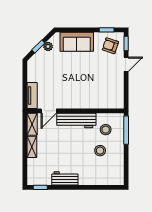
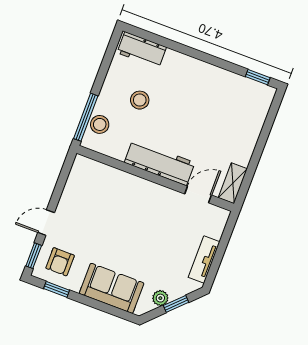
armchair: (110, 46) -> (60, 262), turned 72
tv unit: (32, 96) -> (204, 260), moved
stool: (106, 130) -> (100, 124), moved
shelving: (32, 147) -> (247, 147), removed
workbench: (65, 178) -> (142, 50), moved

